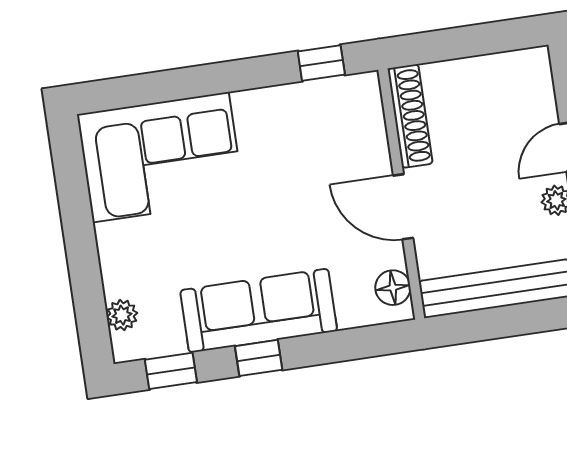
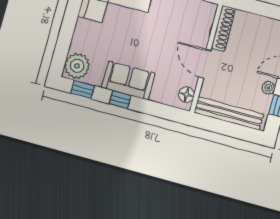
sofa: (259, 311) -> (128, 80), width x0.73
plant: (122, 315) -> (77, 66), width x1.87, depth x1.87

